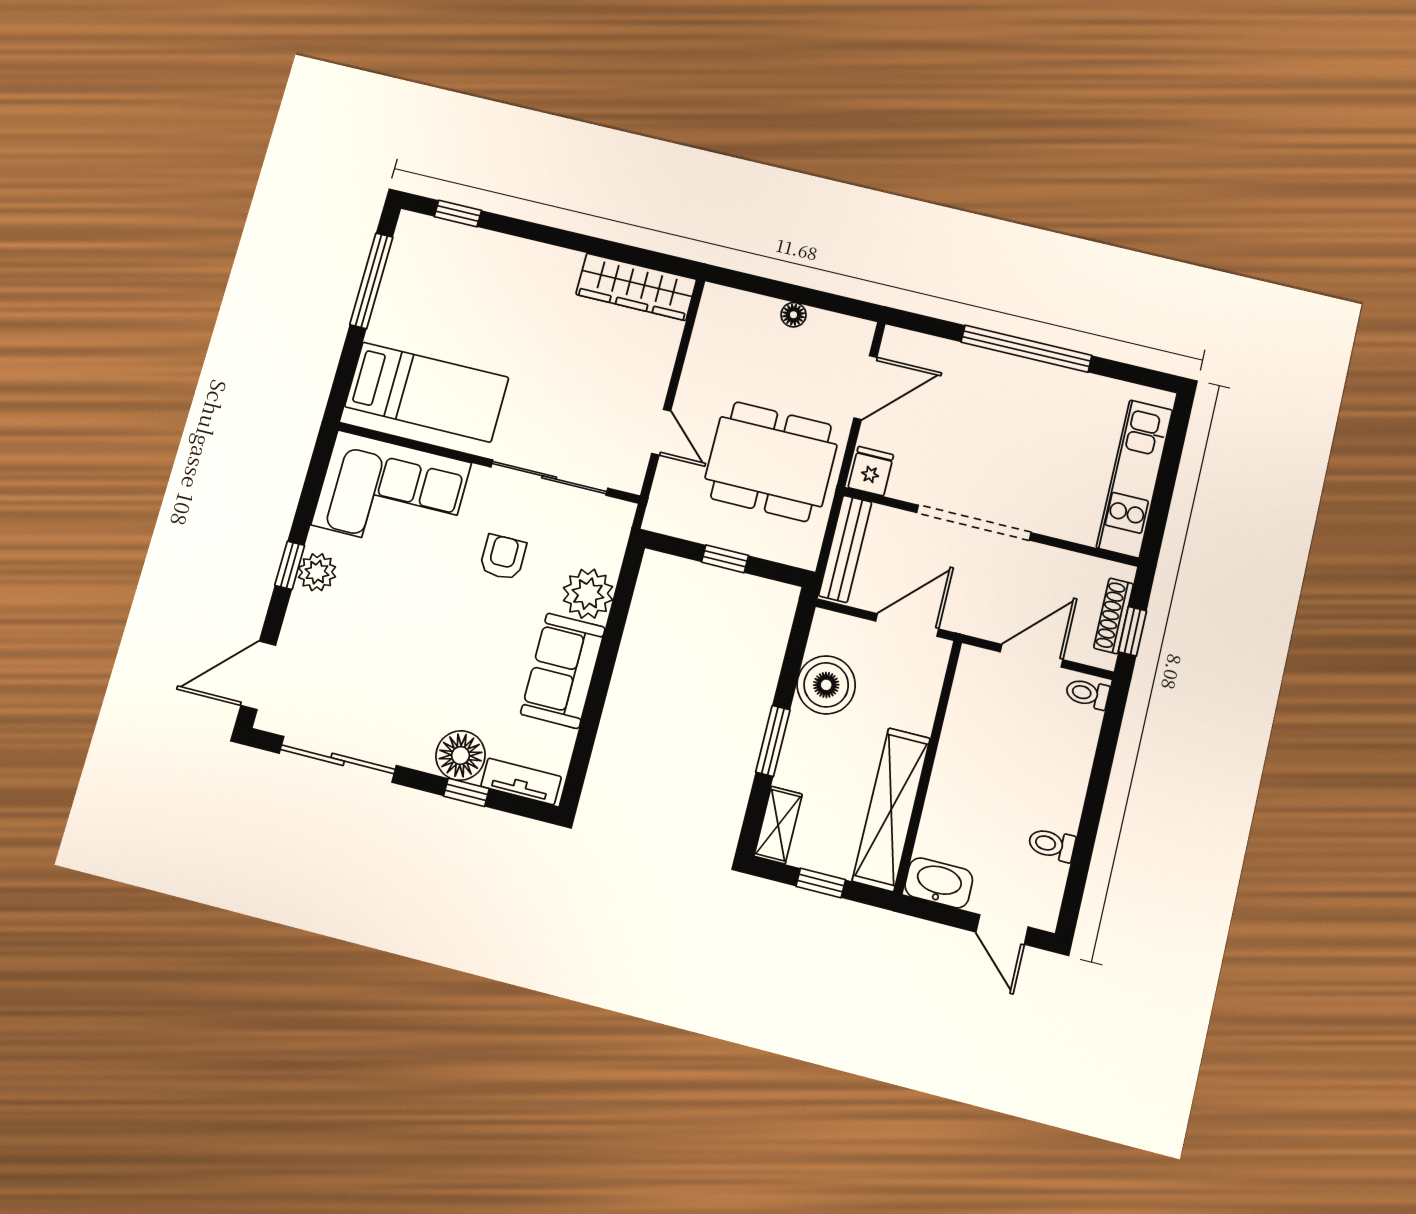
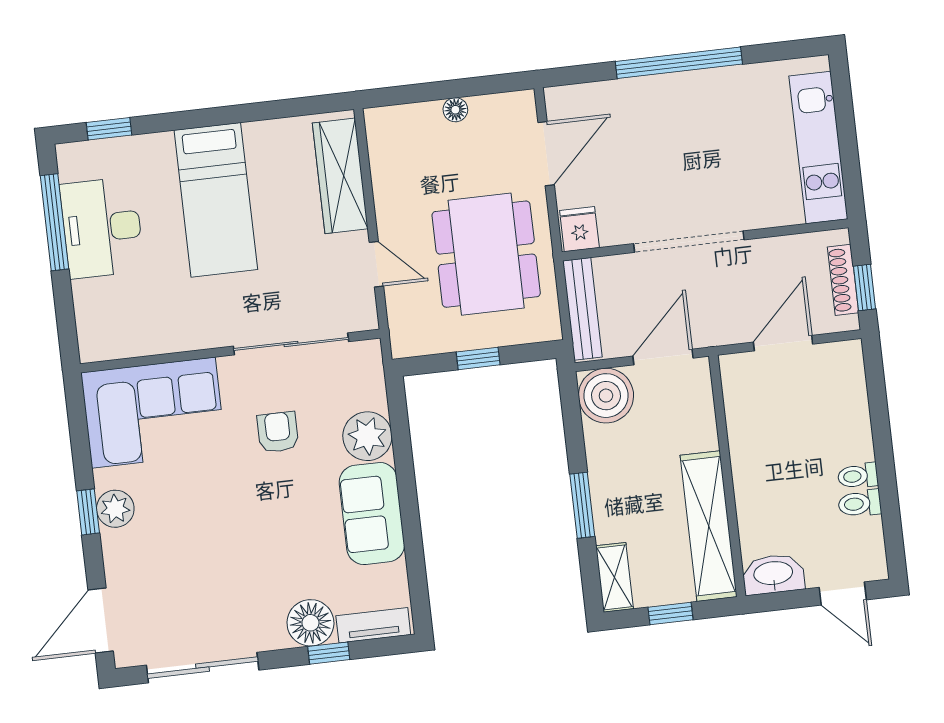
wardrobe: (636, 287) -> (340, 176), moved, turned 90
desk: (414, 302) -> (102, 228), added
bed: (427, 392) -> (216, 200), moved, turned 90
dining table: (771, 462) -> (486, 254), turned 90
boiler: (826, 685) -> (606, 396), moved
toilet: (1087, 694) -> (858, 476), moved

